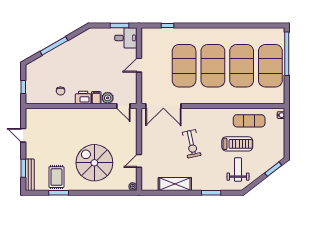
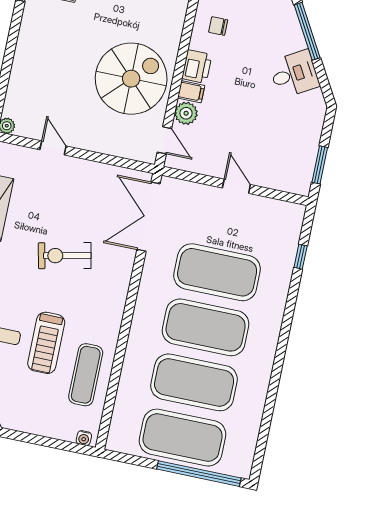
desk: (126, 38) -> (294, 74), moved, turned -120
door: (123, 106) -> (164, 140), swing flipped
spiral stairs: (94, 163) -> (131, 79), moved

